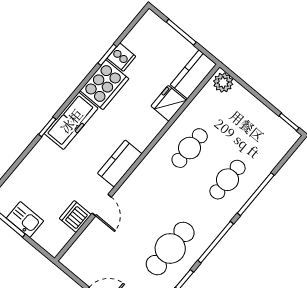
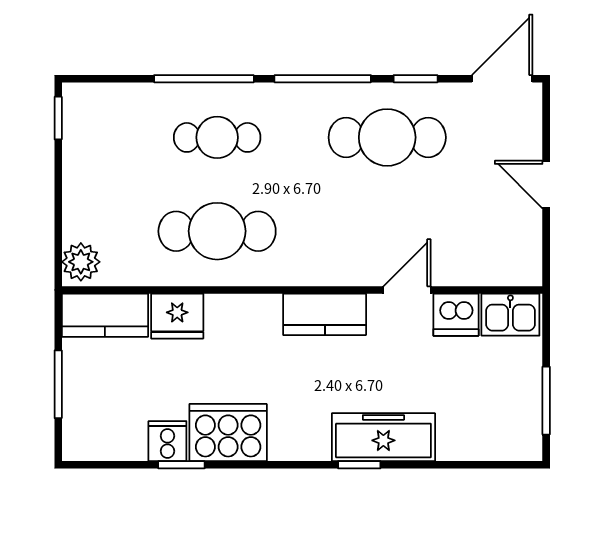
freezer: (71, 121) -> (383, 437), moved
cafe table: (190, 148) -> (217, 231), width x1.37, depth x1.35
kitchen sink: (25, 220) -> (510, 315), moved, turned -90

